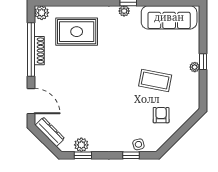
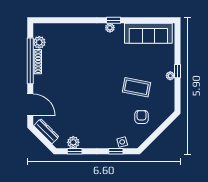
plant: (42, 13) -> (39, 42), moved
rug: (77, 32) -> (69, 45), removed

